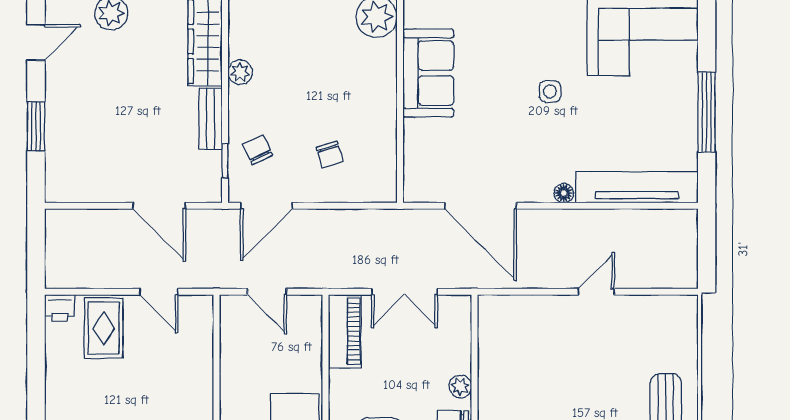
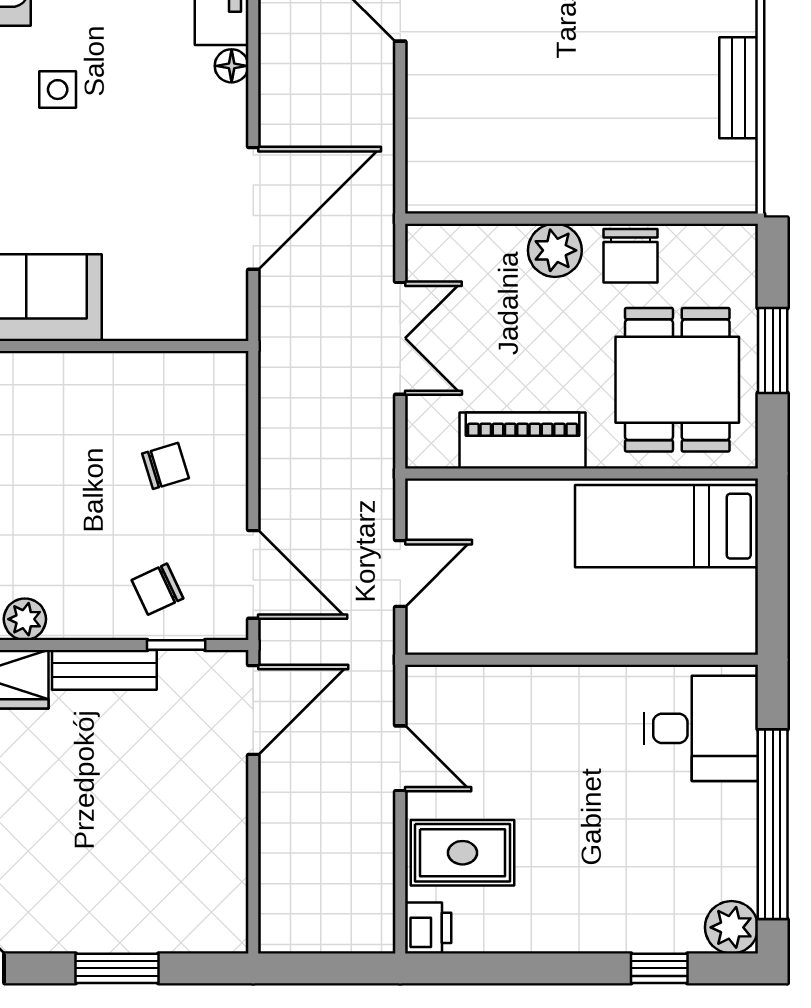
door: (159, 206) -> (253, 710), moved
door: (159, 292) -> (400, 758), hinge flipped
piano: (345, 331) -> (523, 440), moved
plant: (460, 386) -> (555, 250), width x1.38, depth x1.38

